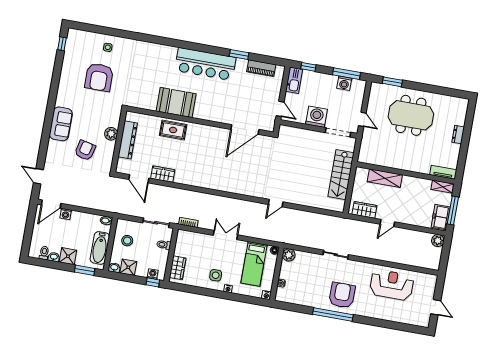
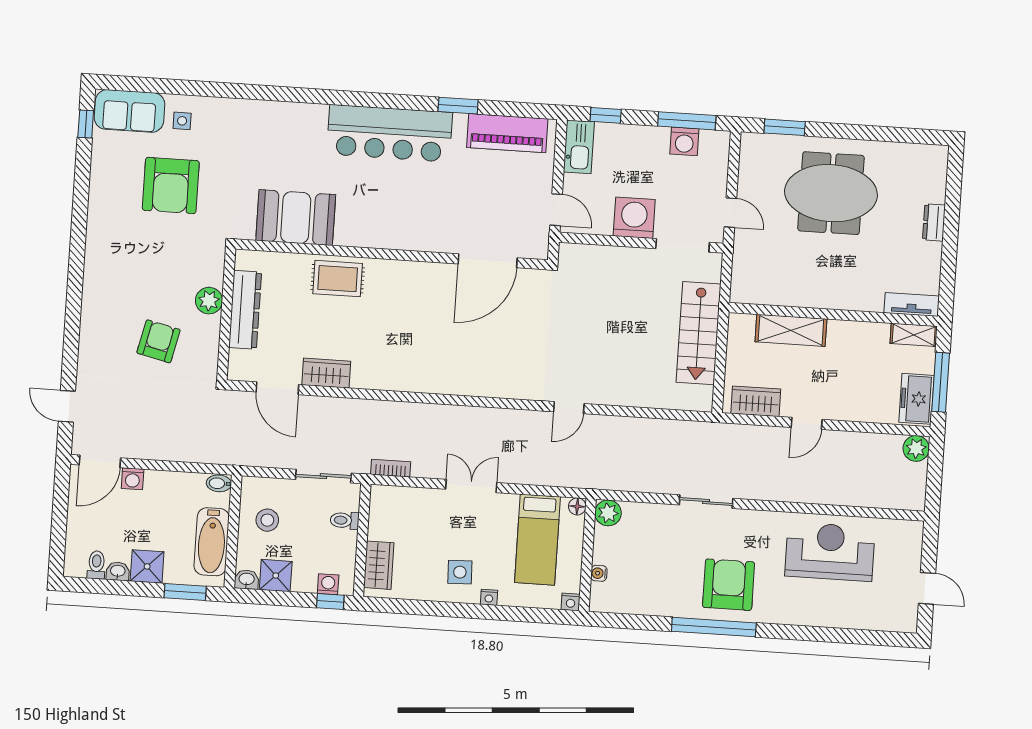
piano: (261, 68) -> (507, 133), width x1.37, depth x1.33
booth: (176, 102) -> (296, 218), moved
sofa: (61, 124) -> (129, 111), moved, turned 90

